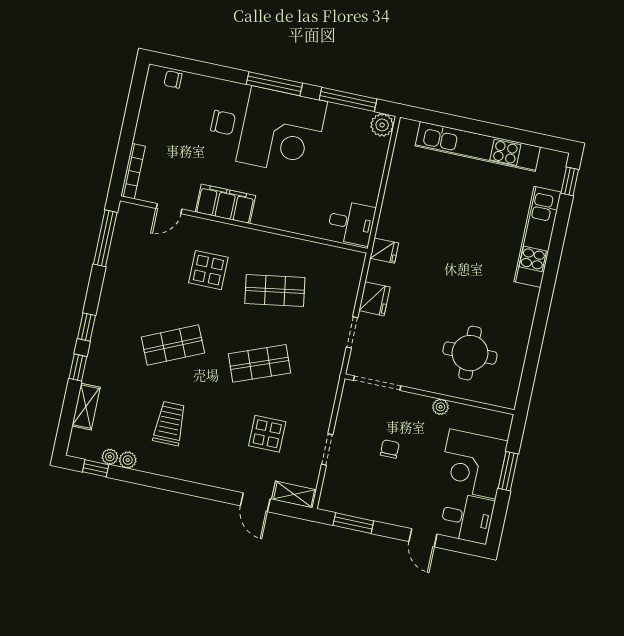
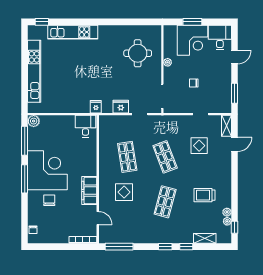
shop shelf: (173, 345) -> (165, 202), turned 39

